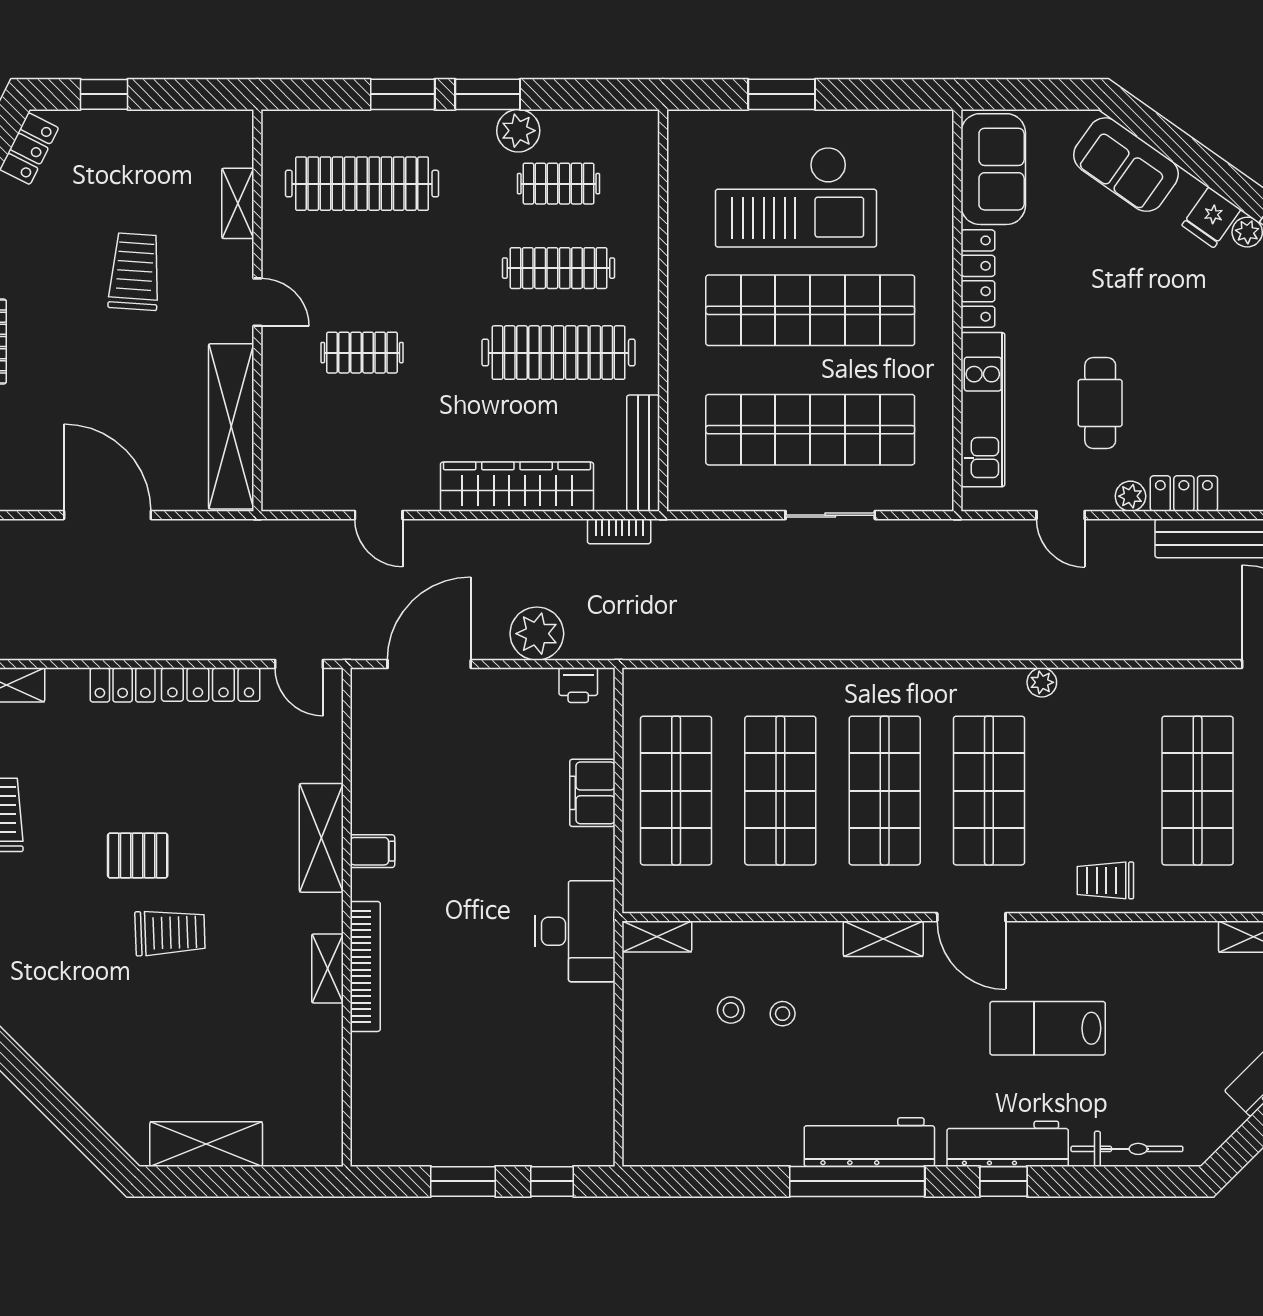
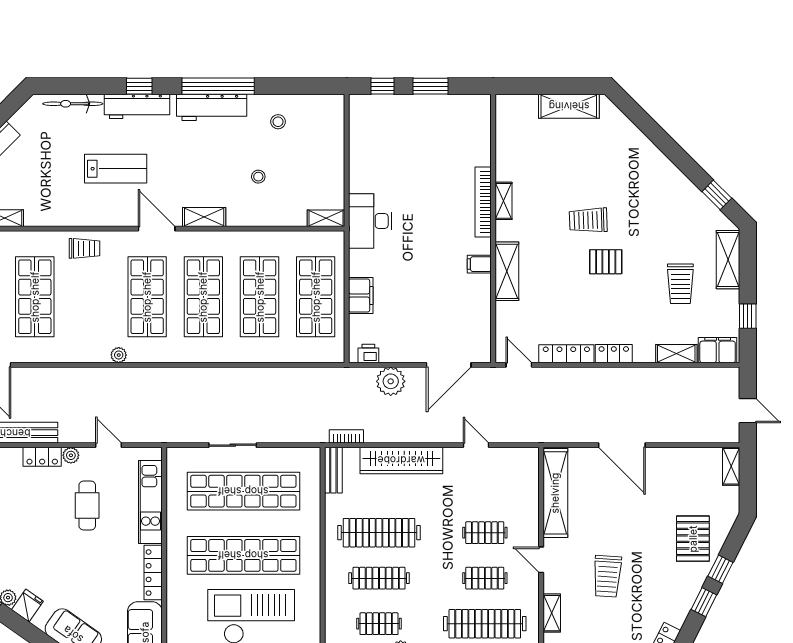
clothes rail: (362, 268) -> (485, 578), added
bench: (643, 453) -> (333, 470), width x0.73
stool: (731, 1010) -> (278, 122), moved

